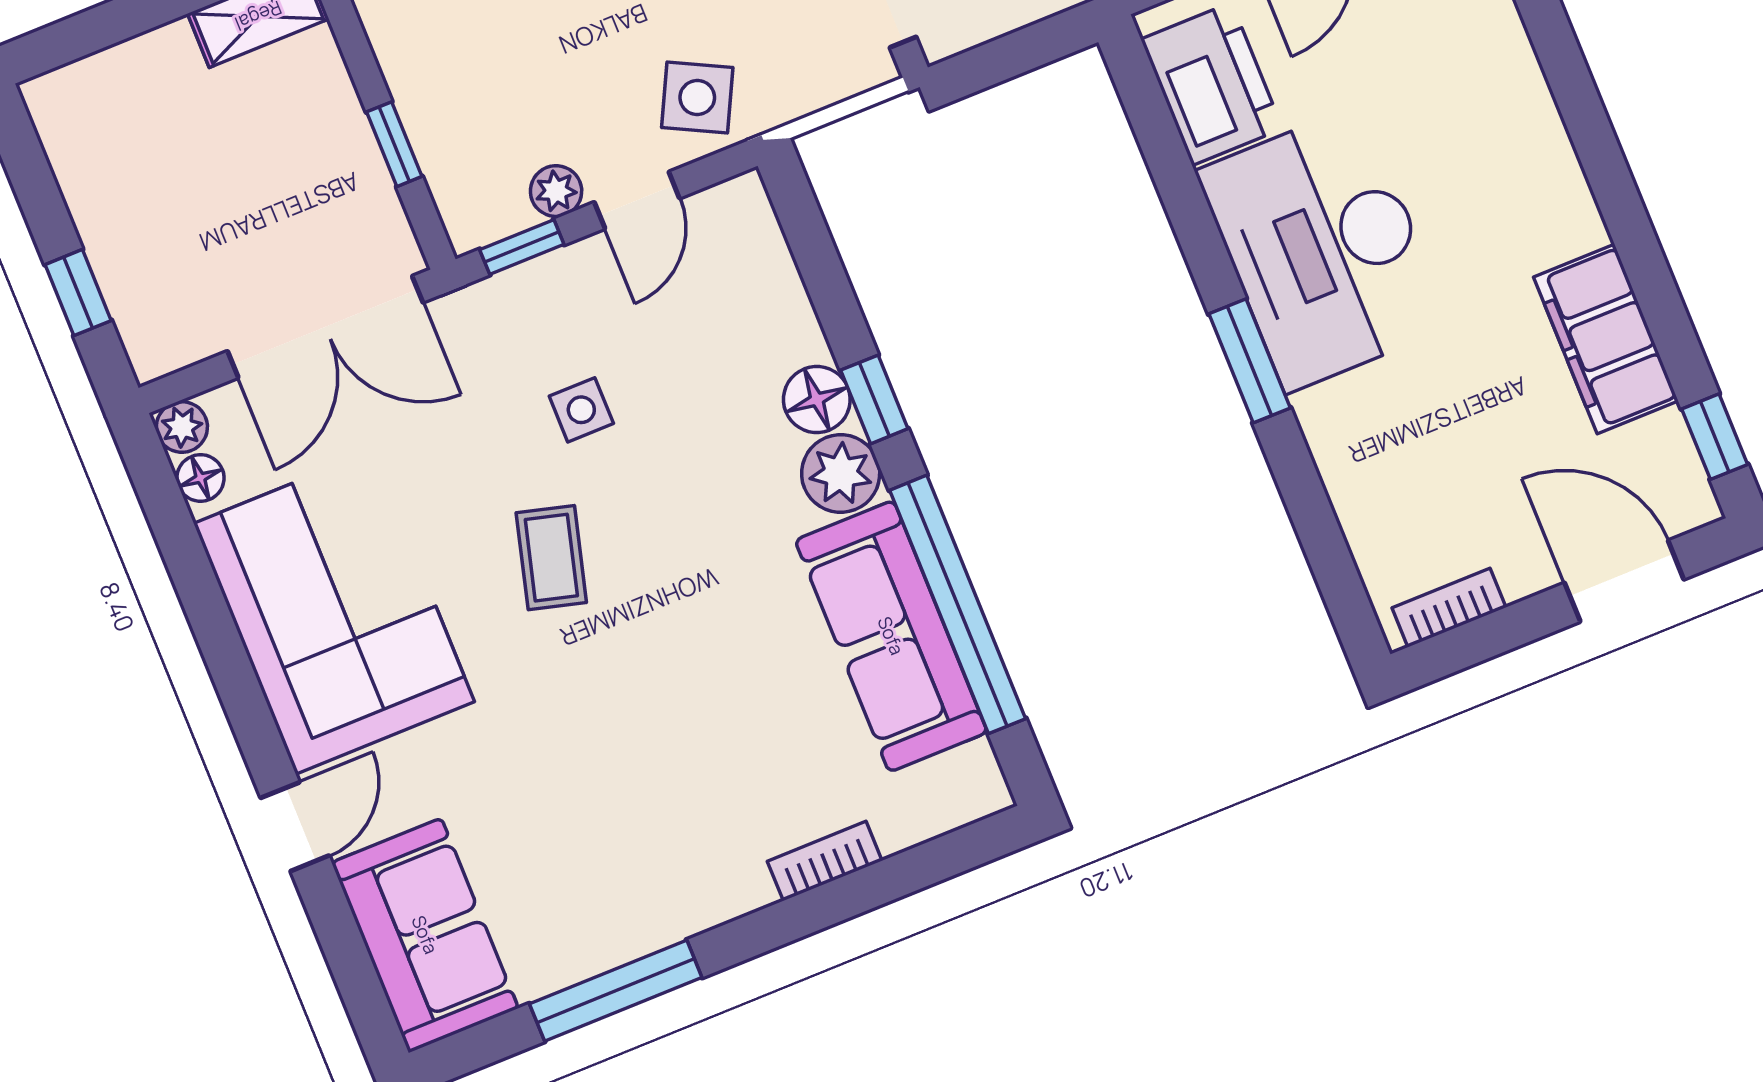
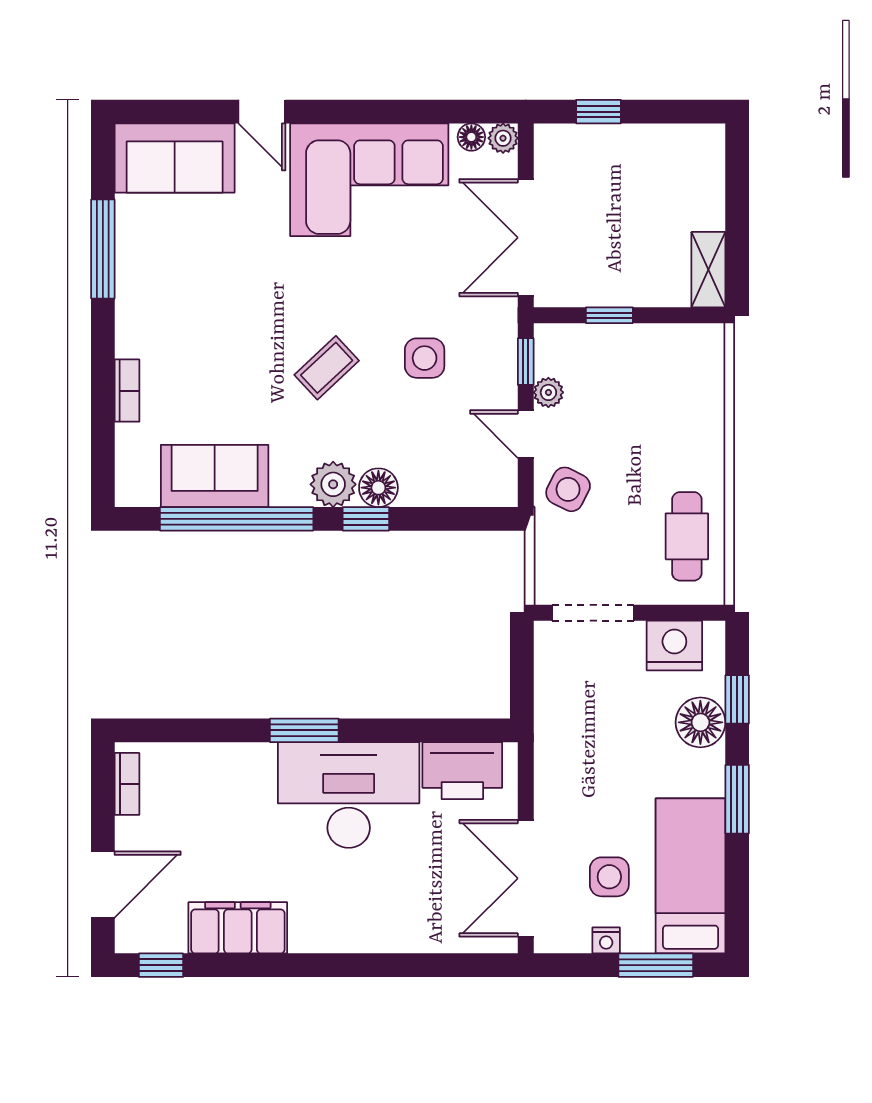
side table: (581, 410) -> (425, 358), width x1.37, depth x1.37
coffee table: (551, 558) -> (327, 368), moved, turned -58
sofa: (891, 636) -> (215, 476), width x0.73

